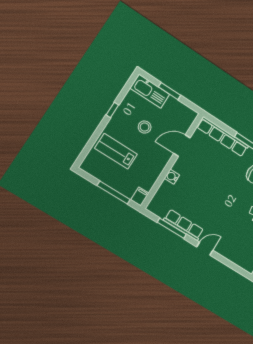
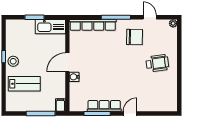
kitchen sink: (150, 91) -> (50, 27), moved
stool: (145, 127) -> (13, 61), moved
door: (182, 146) -> (67, 62), moved
lab bench: (116, 151) -> (24, 84), turned 180

